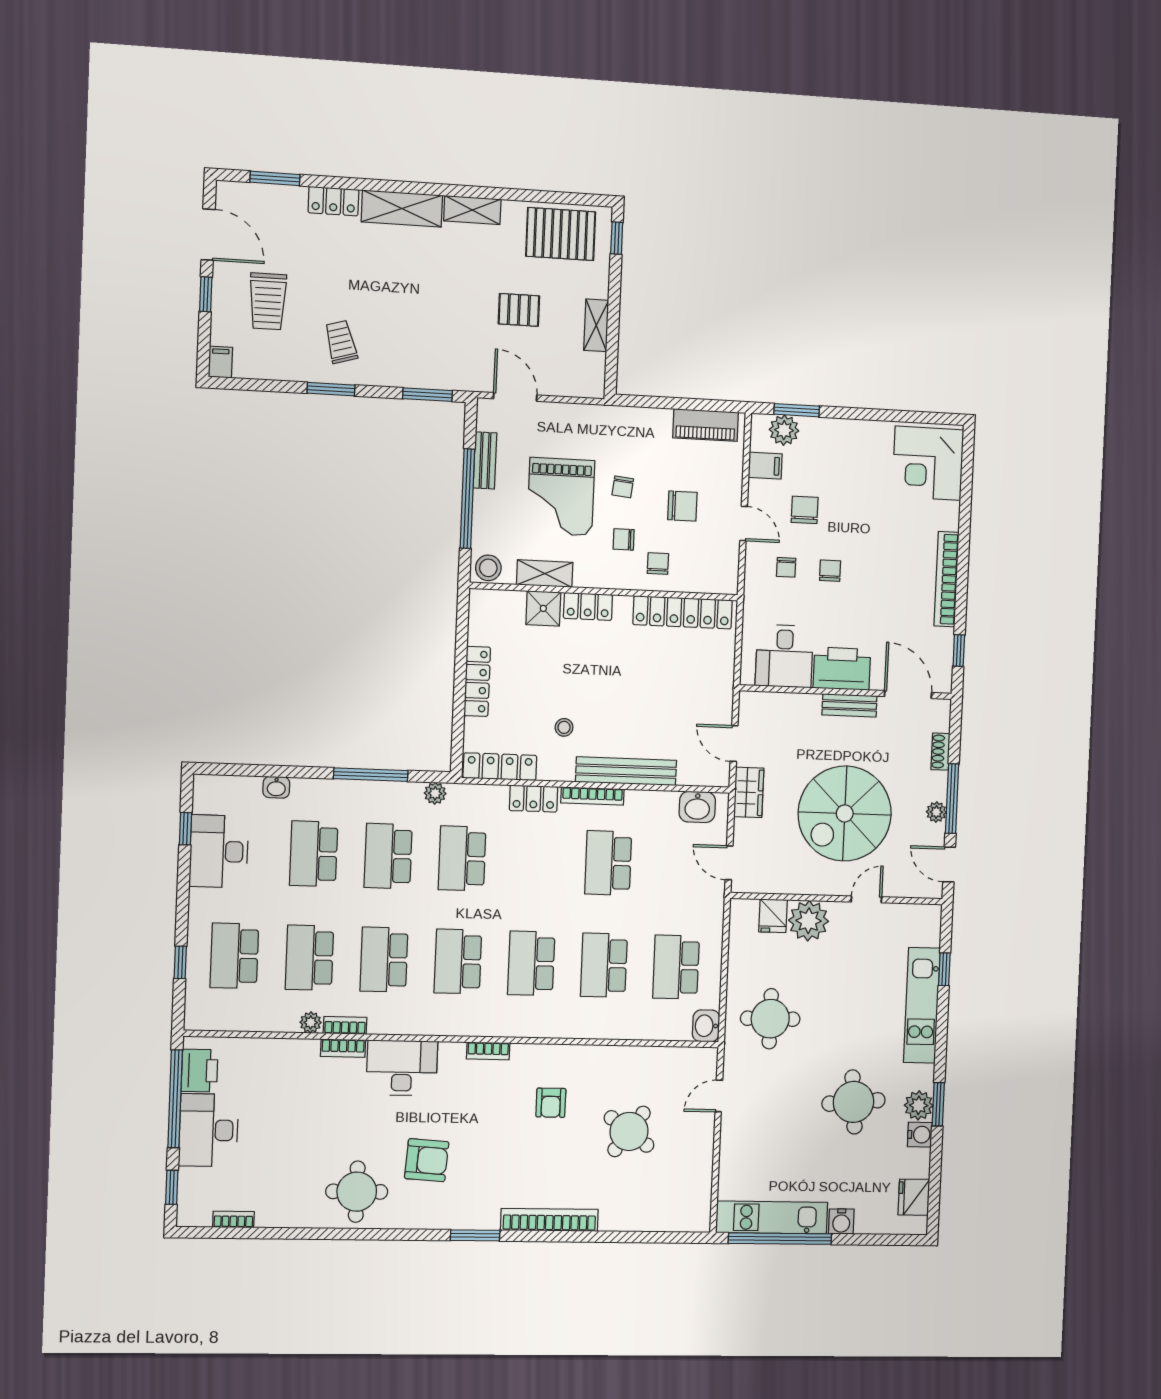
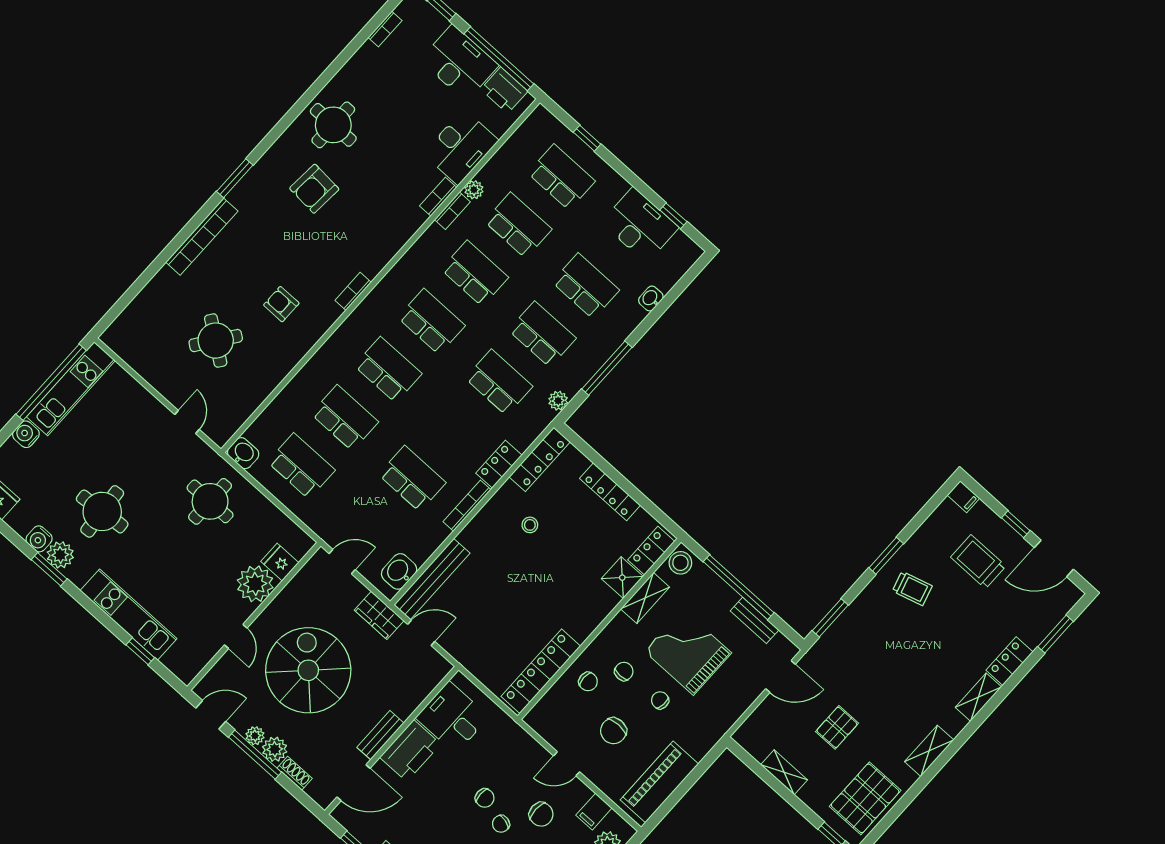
shelving: (402, 209) -> (978, 697), width x0.67, depth x0.75
piano: (706, 425) -> (659, 782), width x1.37, depth x1.33
chair: (786, 567) -> (501, 824), moved, turned -75
locker: (588, 606) -> (651, 551), moved
bench: (626, 771) -> (432, 579), moved
plant: (934, 786) -> (275, 749), added
desk: (402, 1068) -> (461, 147), moved

